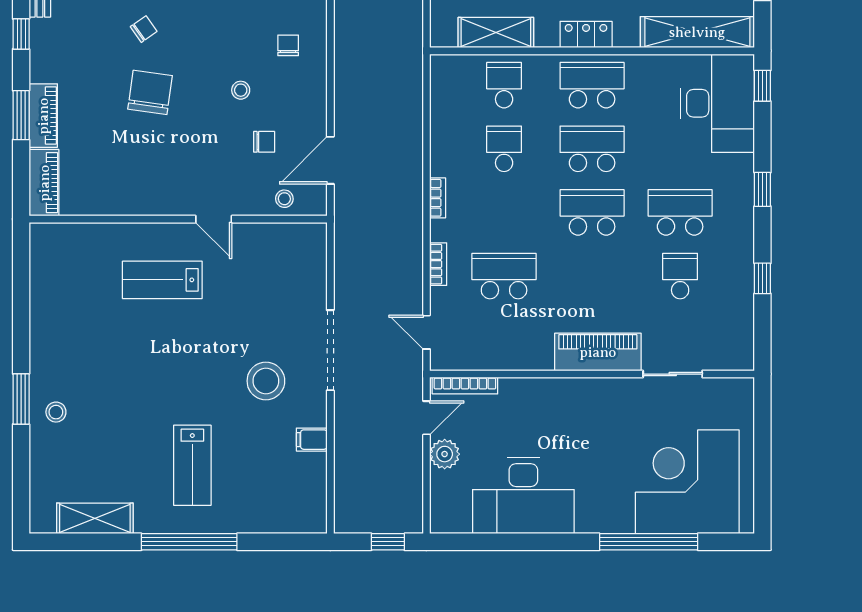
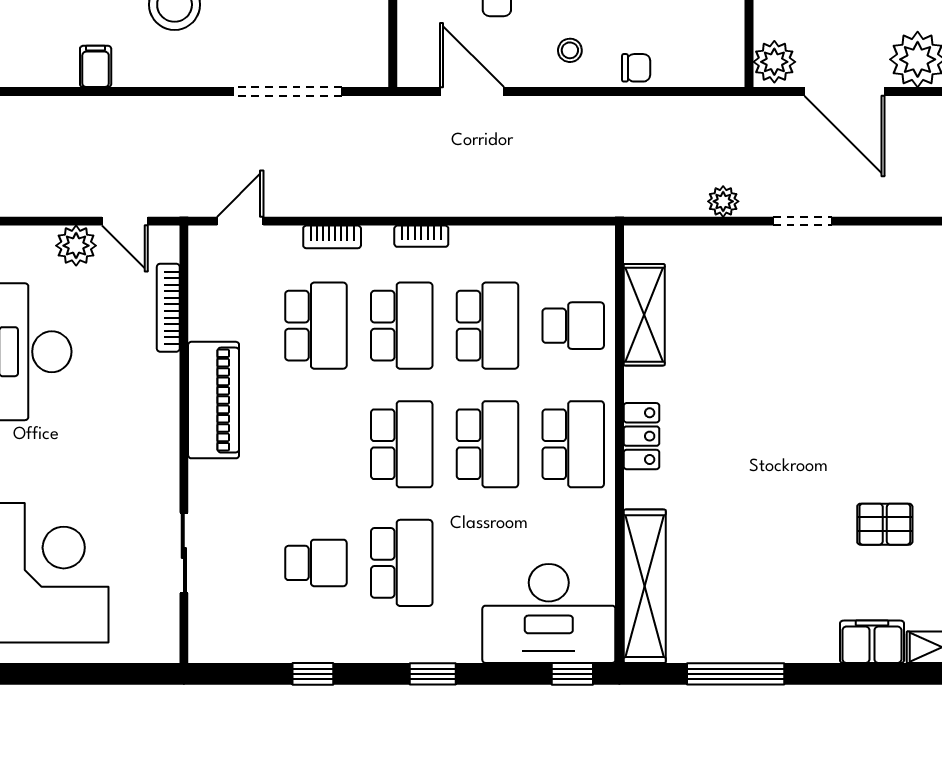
chair: (288, 45) -> (636, 68), moved
school desk: (504, 149) -> (487, 326), width x1.85
stool: (284, 199) -> (570, 50), moved
school desk: (504, 212) -> (402, 326), added
doorway: (330, 350) -> (287, 91), moved
piano: (598, 352) -> (214, 400), moved
bookcase: (465, 386) -> (168, 308), moved

